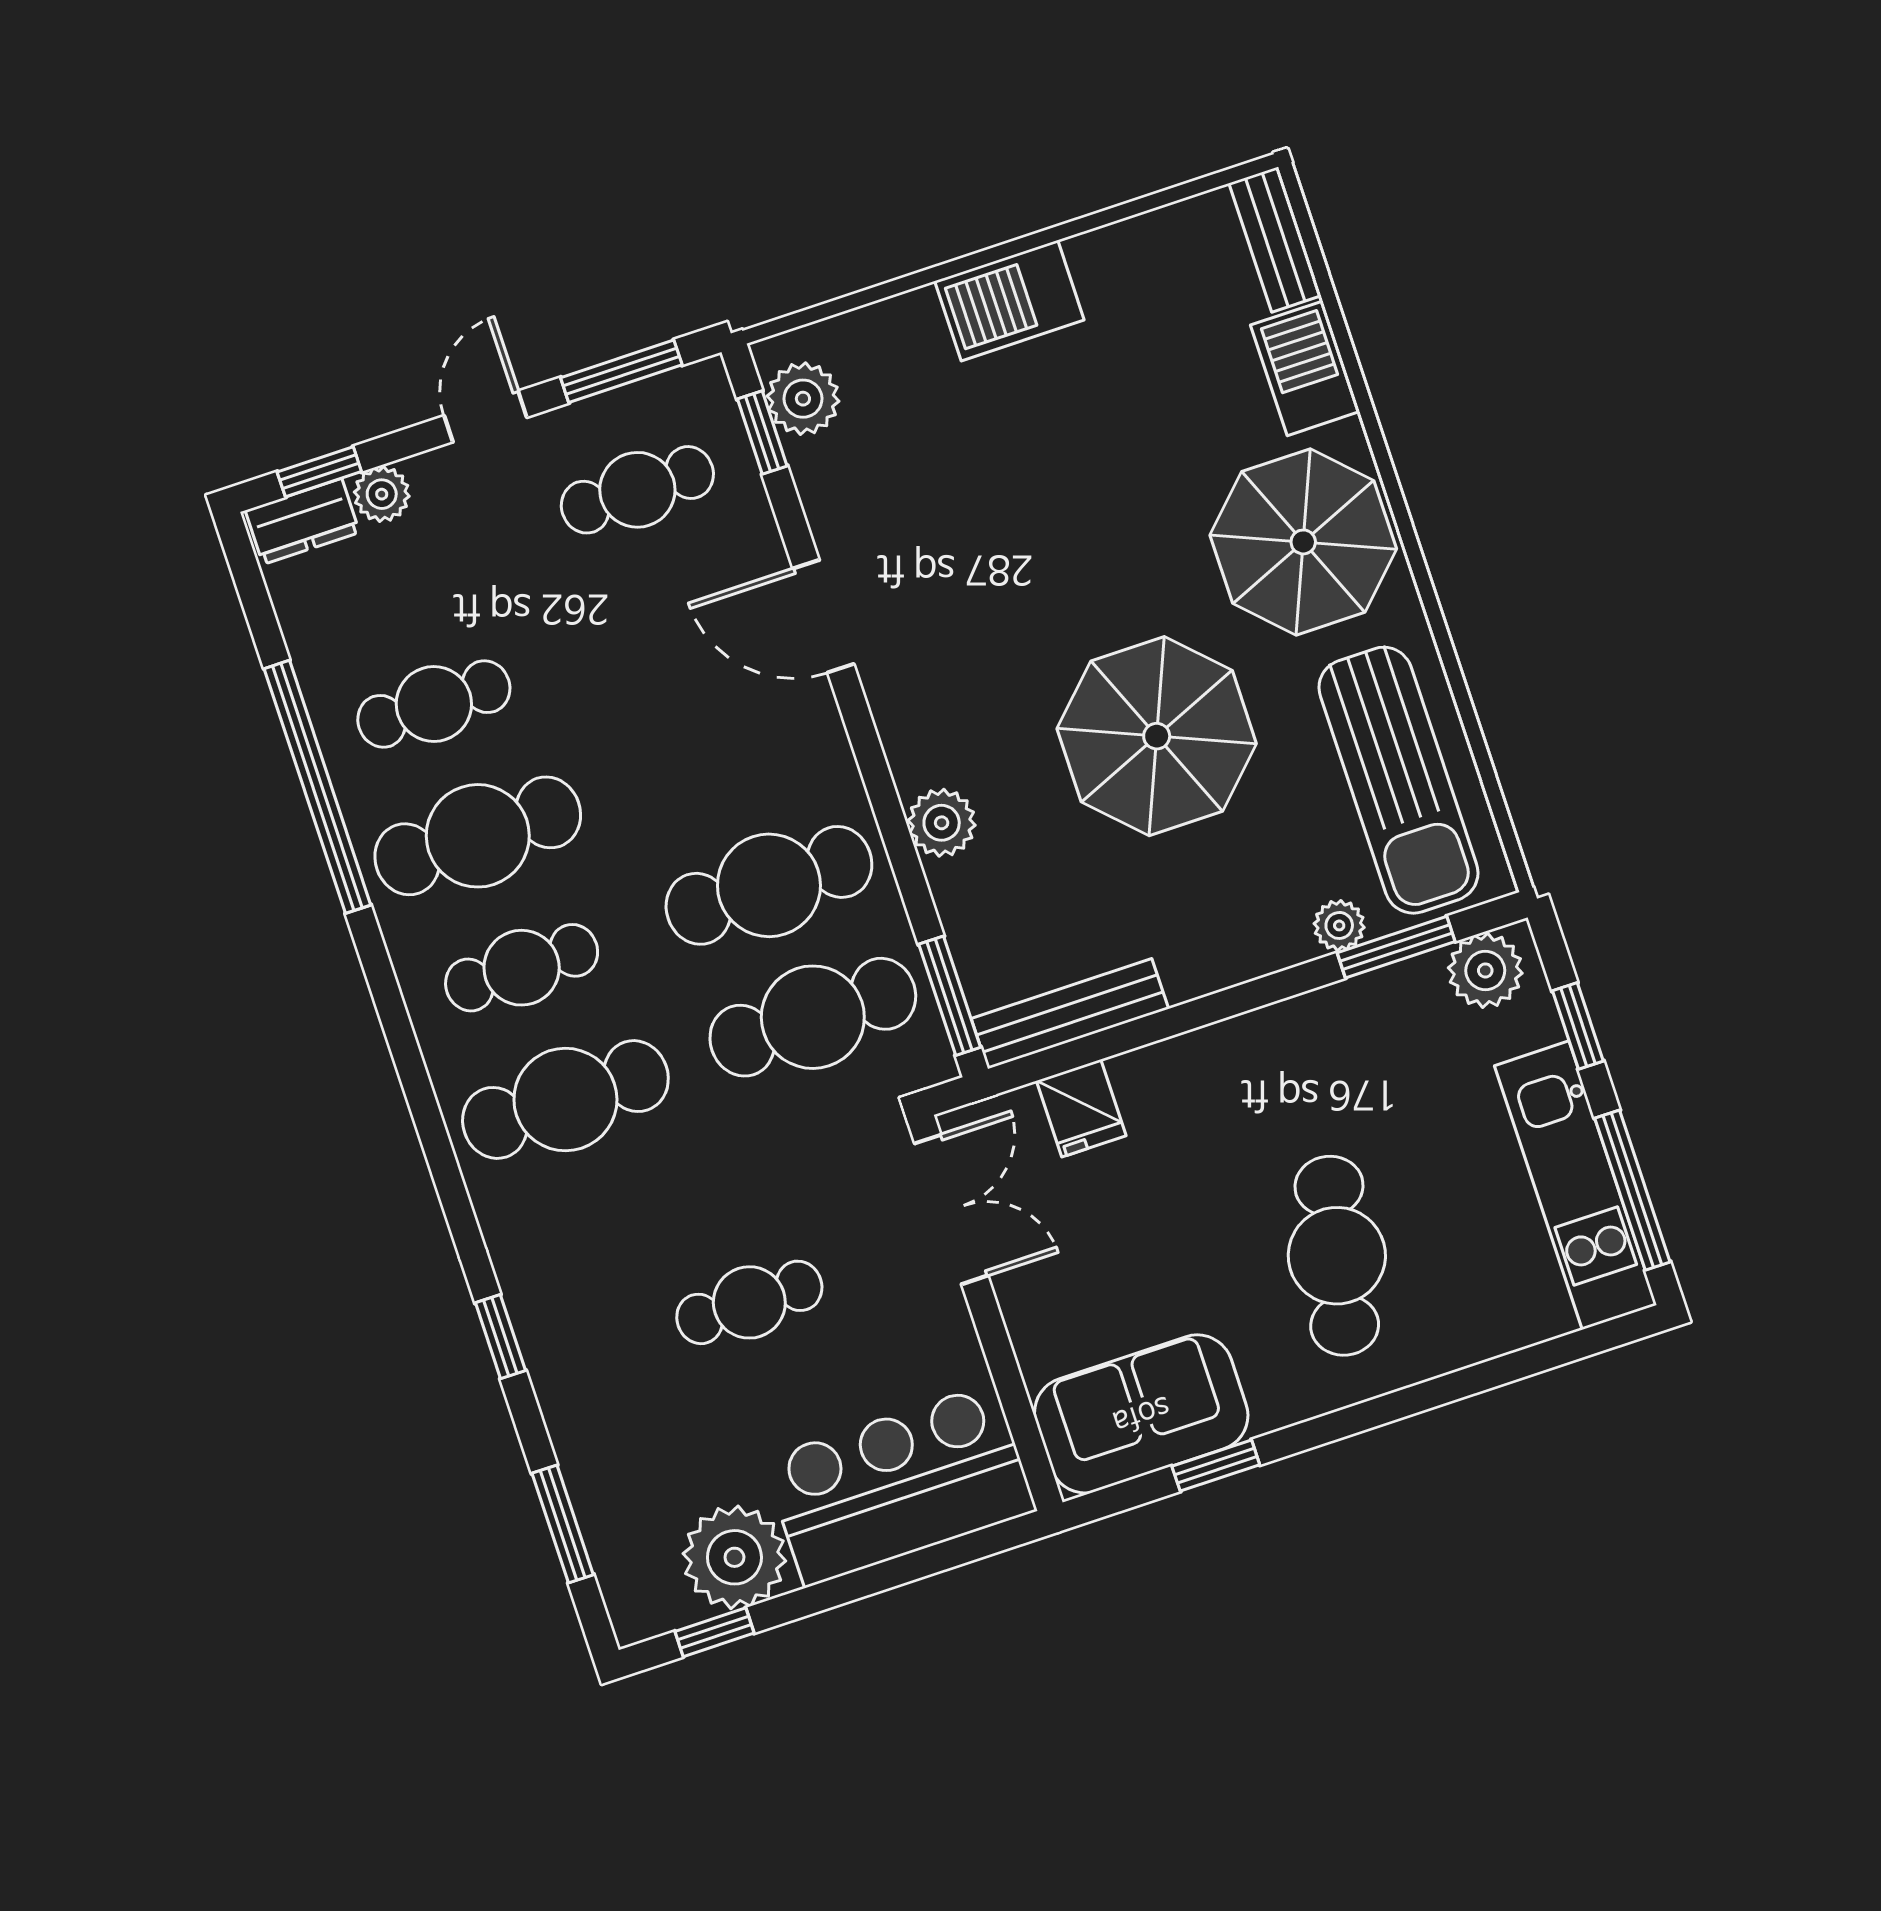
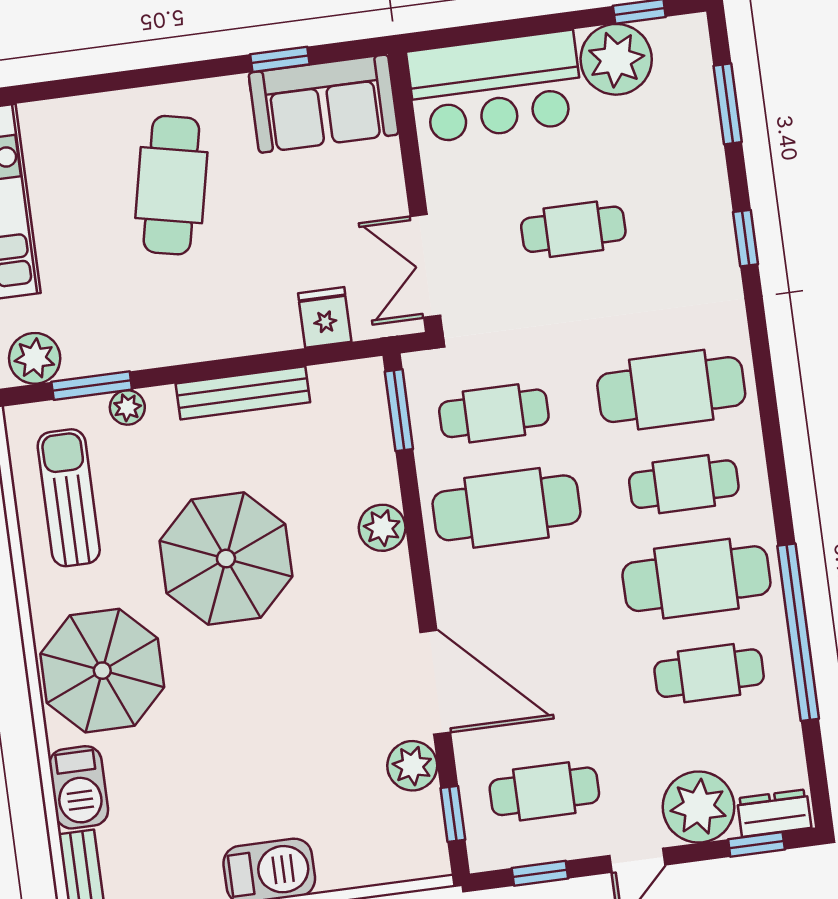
window: (621, 371) -> (540, 873), width x0.67
plant: (803, 399) -> (412, 766), moved
plant: (382, 494) -> (699, 807), width x1.87, depth x1.87
door: (823, 616) -> (435, 682), width x1.36
sun lounger: (1398, 780) -> (69, 498), width x0.73, depth x0.75
bench: (1070, 1014) -> (243, 393), moved
cafe table: (813, 1017) -> (494, 413), width x0.73, depth x0.74

